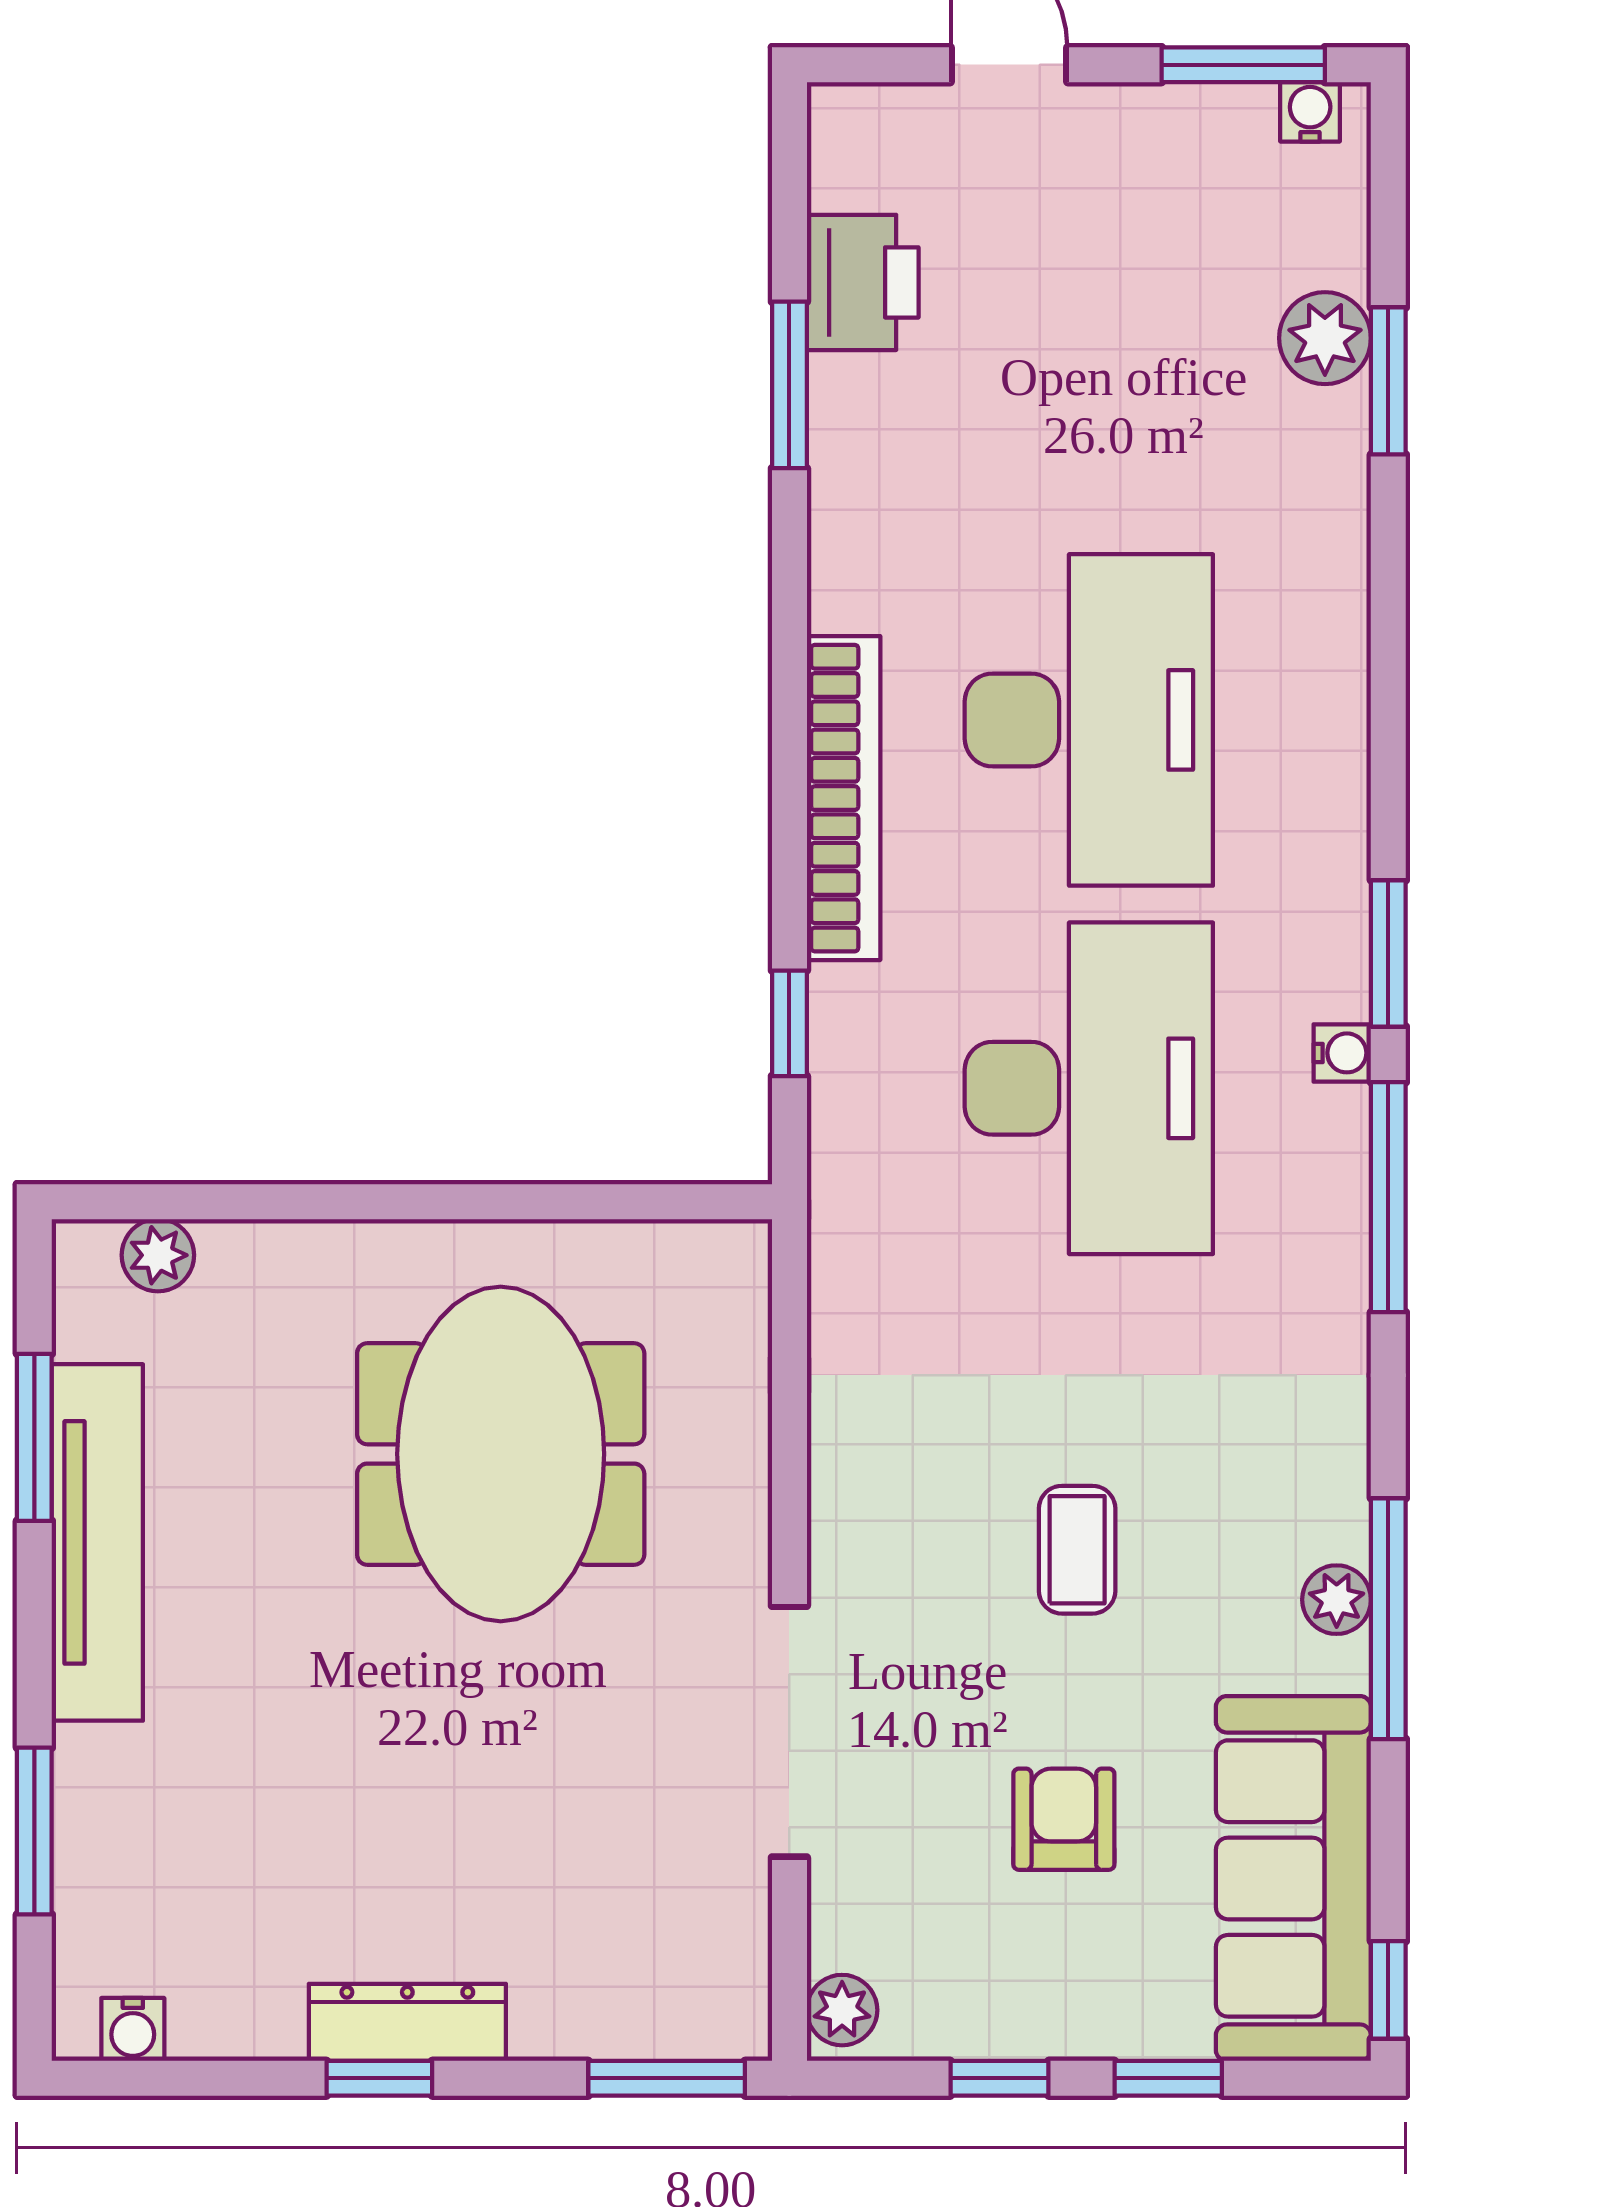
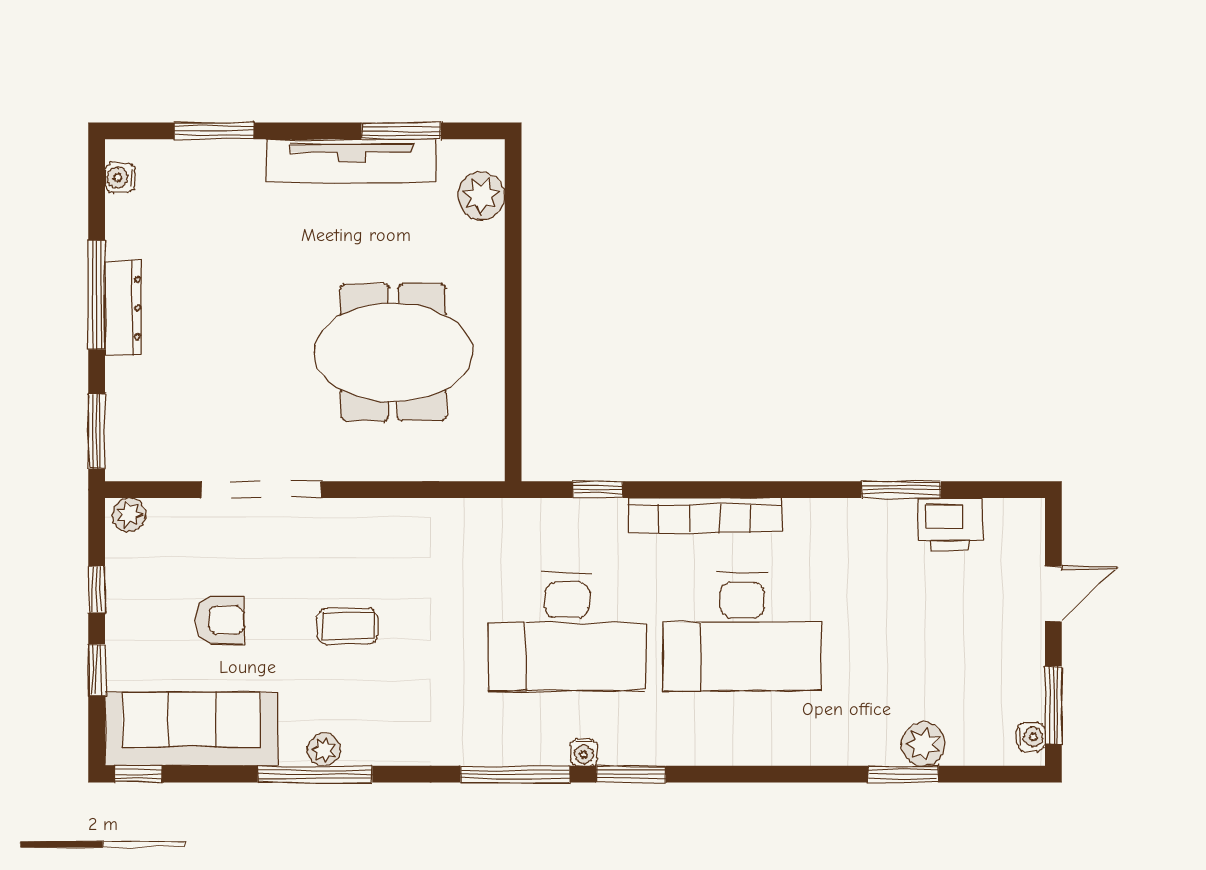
plant: (158, 1255) -> (481, 196), width x1.38, depth x1.38
window: (379, 2078) -> (97, 295), width x2.17

